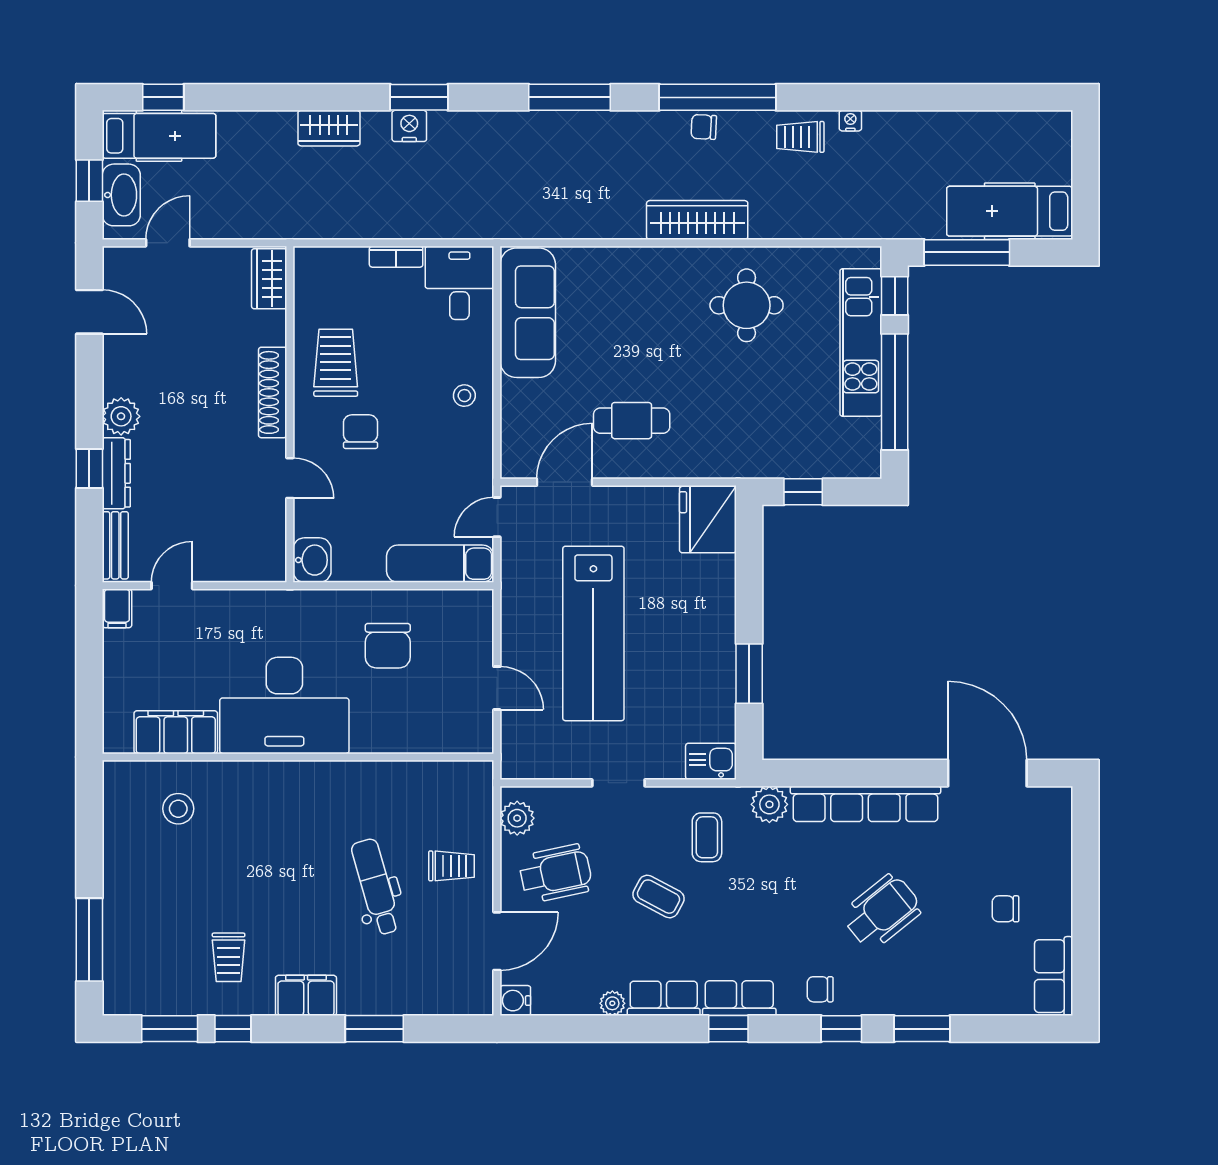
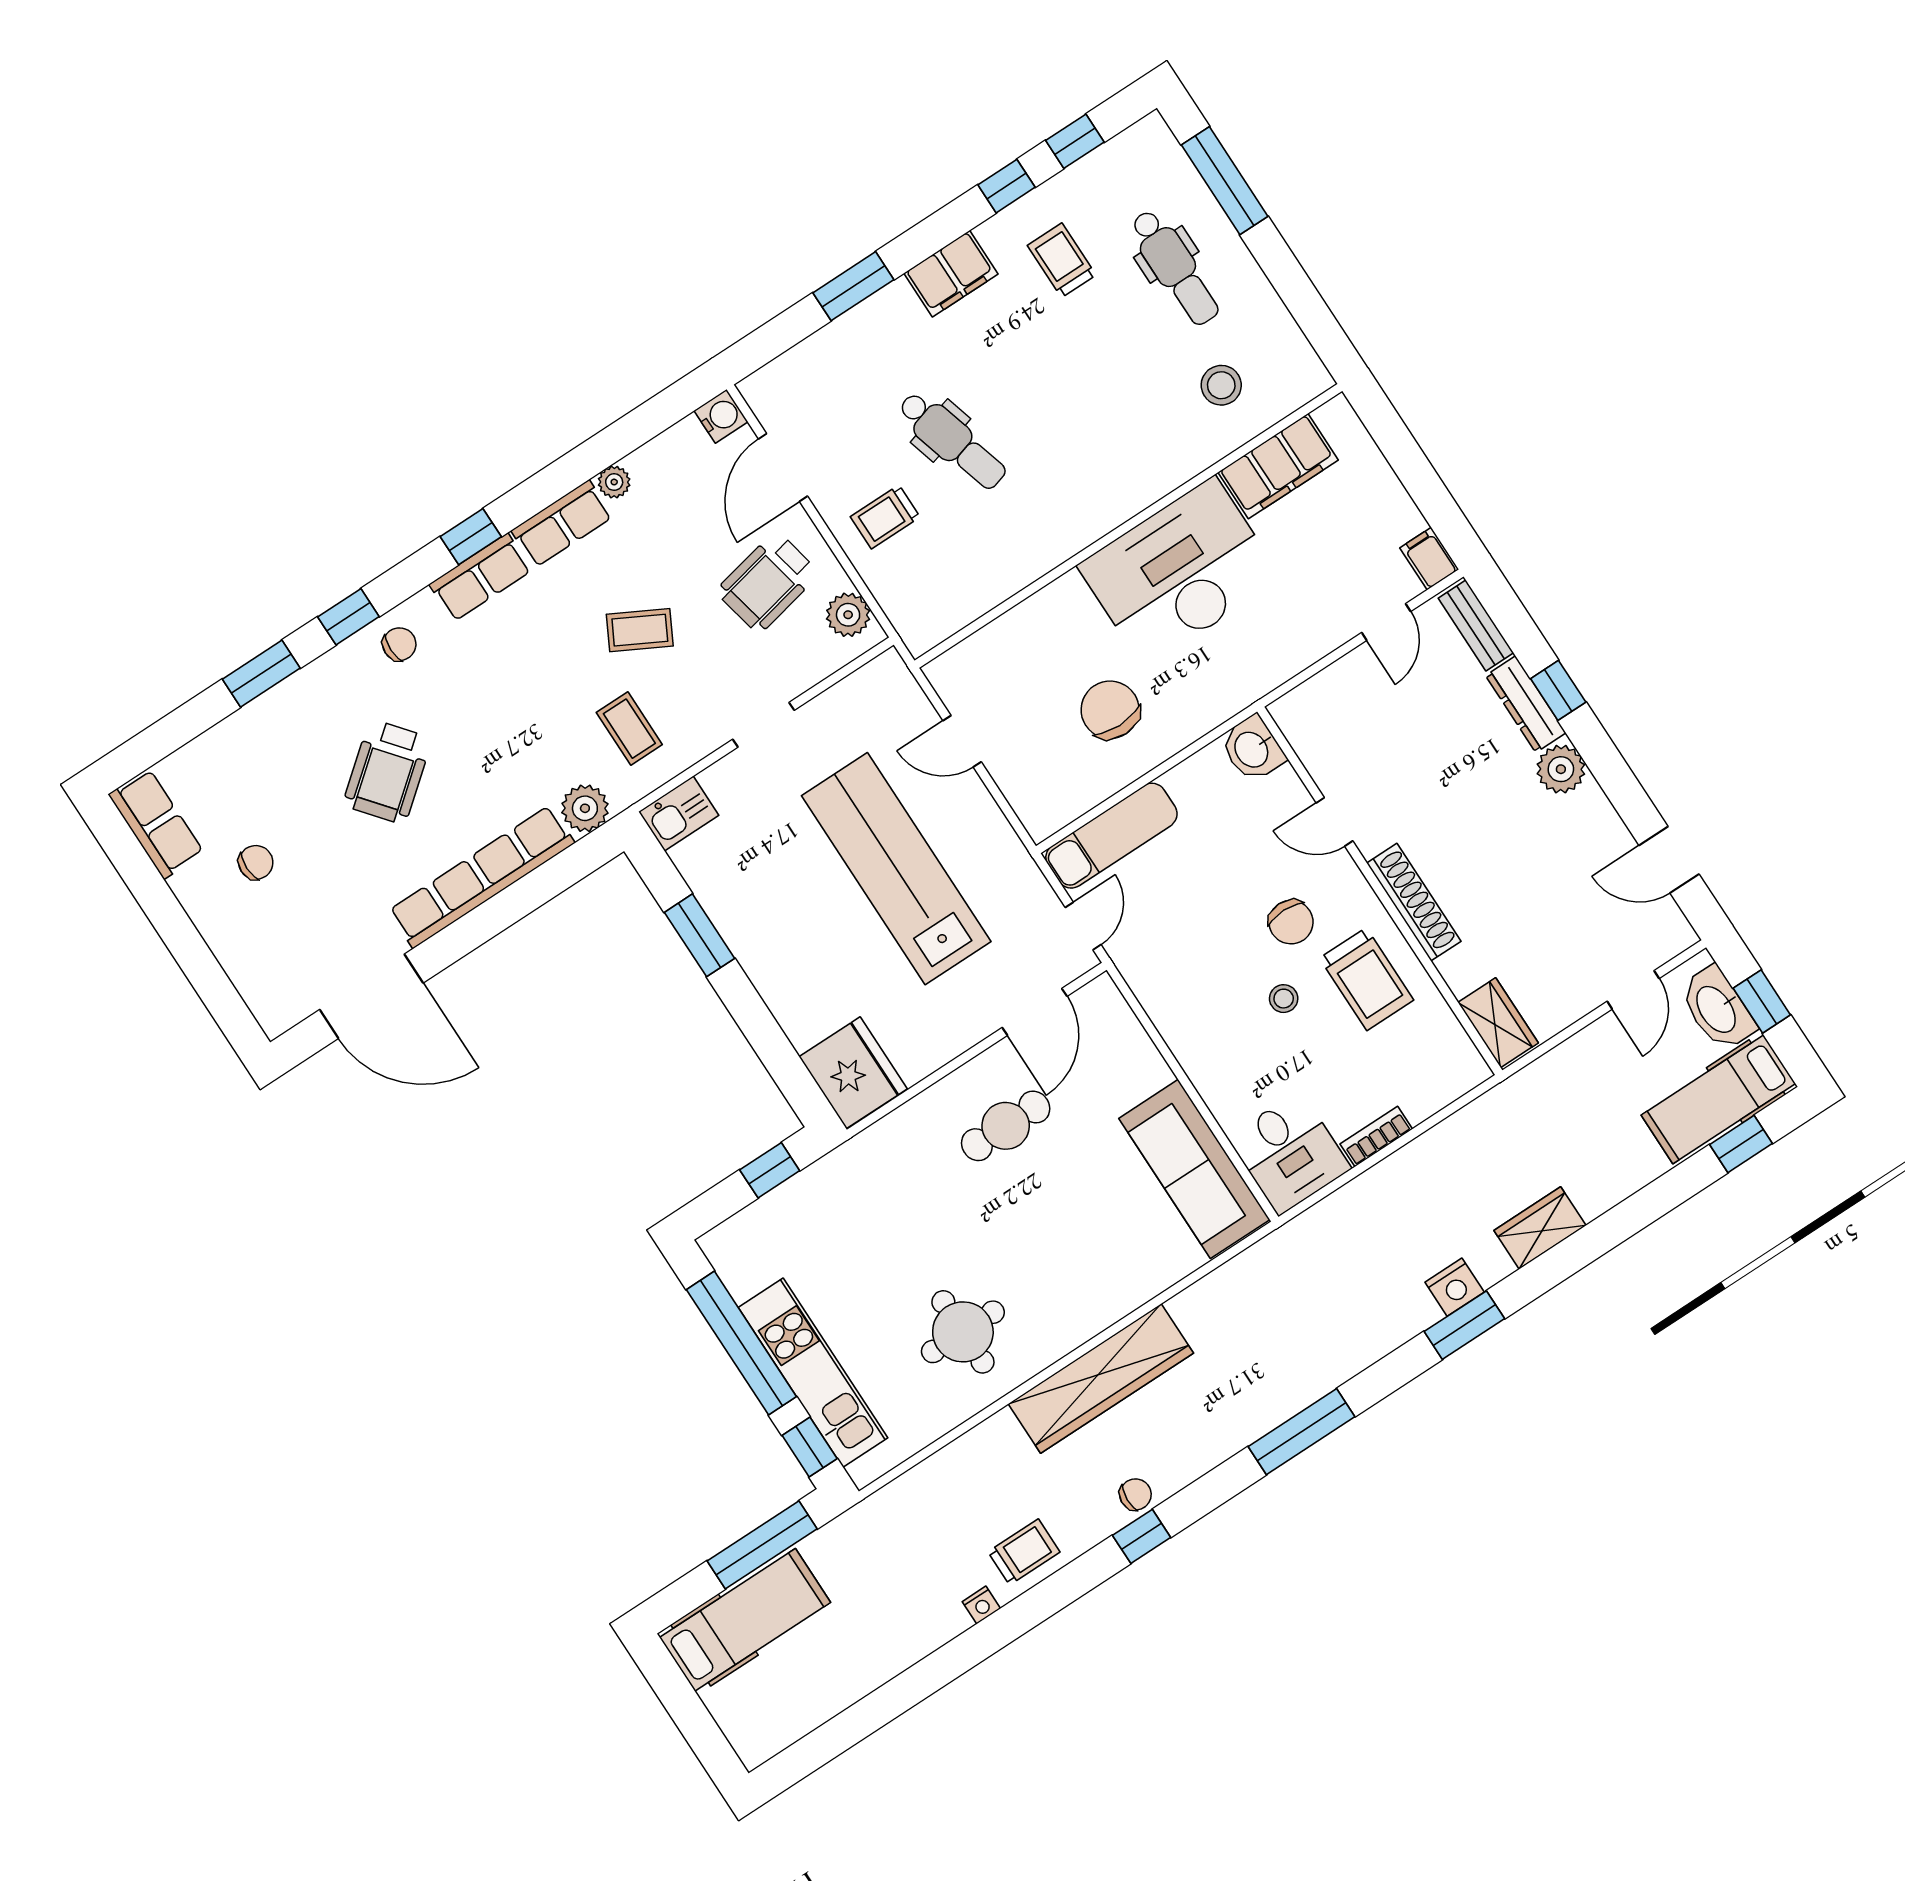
window: (718, 97) -> (1142, 1536), width x0.32
wardrobe: (697, 220) -> (1101, 1378), width x1.40, depth x1.17
stool: (464, 396) -> (1284, 999), moved
dental chair: (158, 905) -> (1175, 268), added
window: (170, 1029) -> (1075, 141), width x0.67

